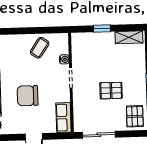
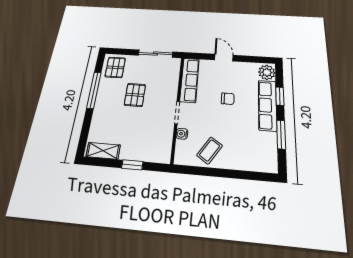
pallet: (111, 91) -> (135, 95), turned 90
chair: (28, 96) -> (228, 99), width x0.54, depth x0.54
row of seats: (64, 118) -> (190, 80), width x1.48

